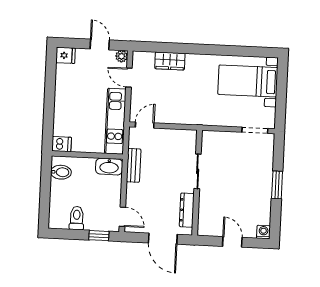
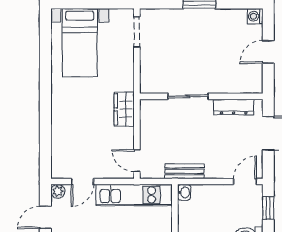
wardrobe: (170, 61) -> (124, 109), moved, turned 180
washbasin: (109, 167) -> (184, 192), width x0.52, depth x0.69

